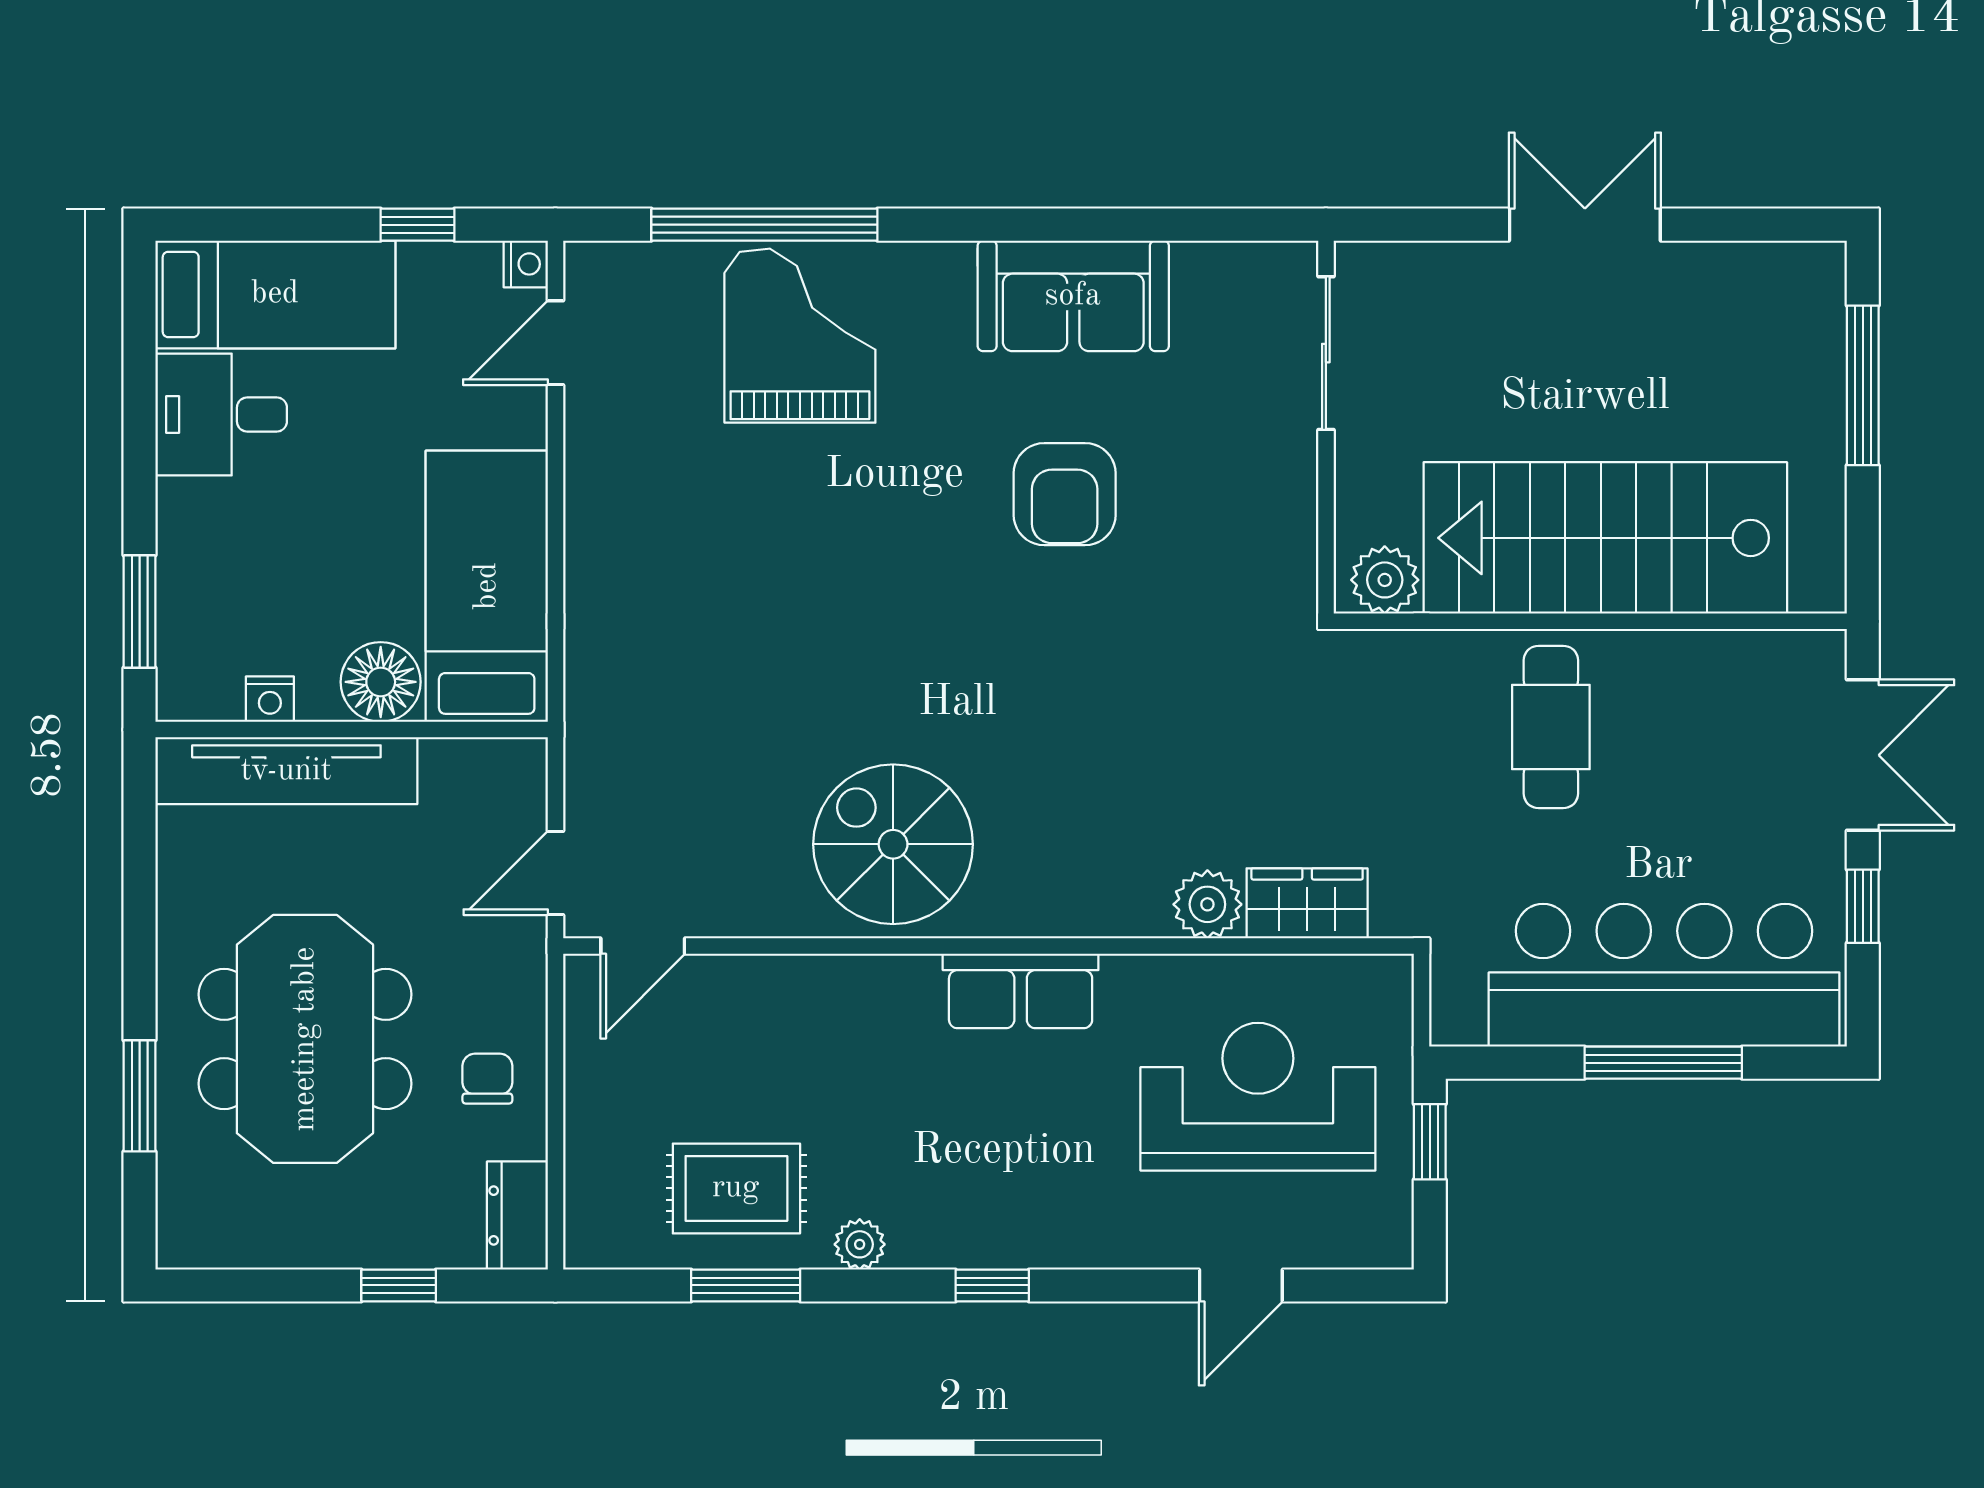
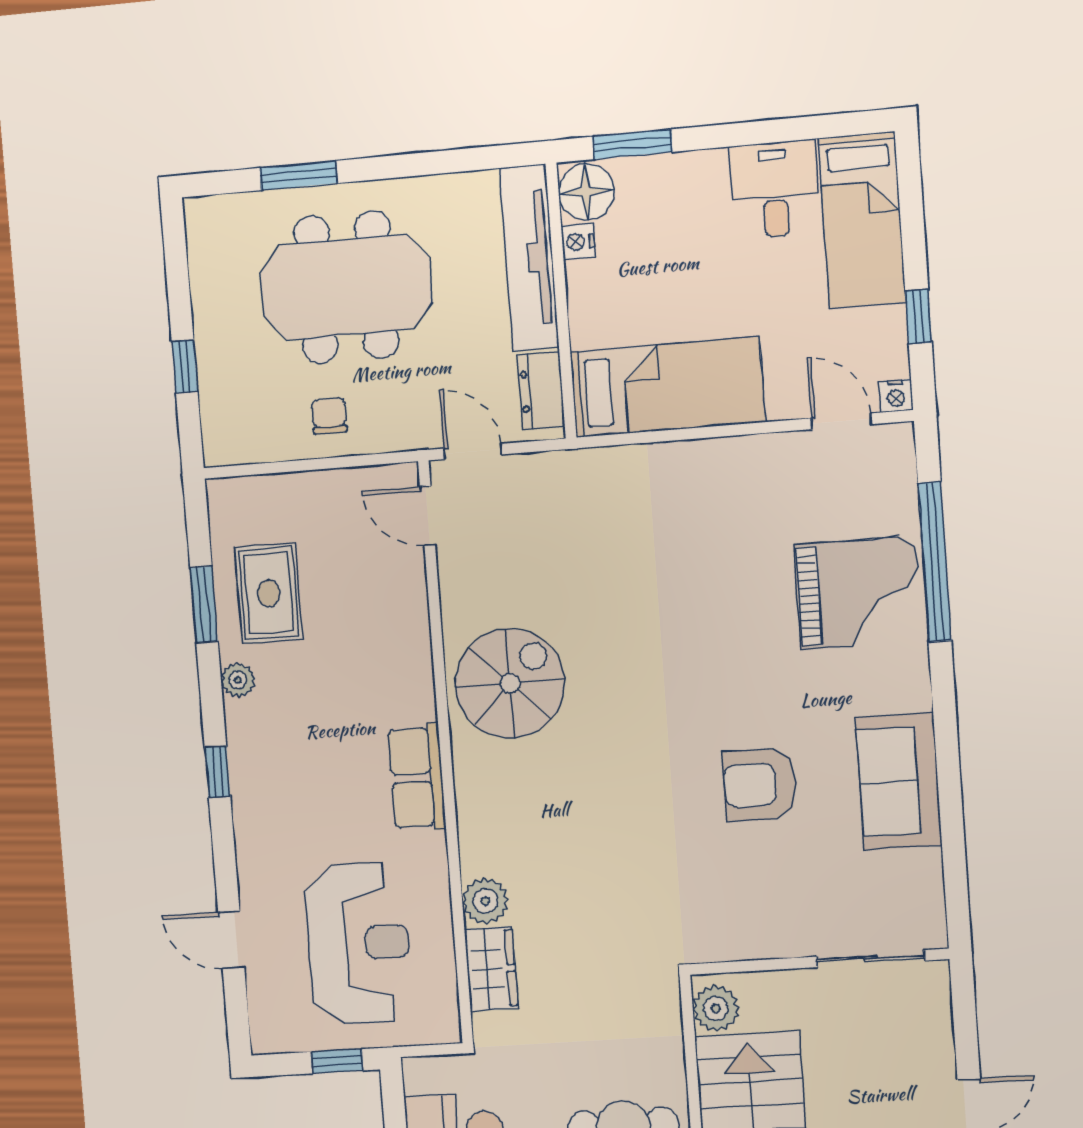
floor lamp: (381, 682) -> (586, 192), moved
chair: (487, 1079) -> (329, 416), turned -90
dresser: (517, 1216) -> (541, 391), moved, turned -90

